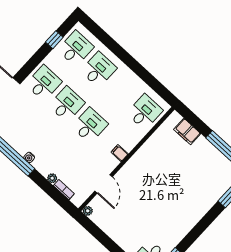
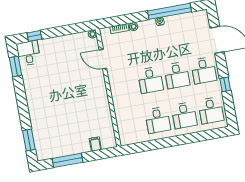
window: (54, 40) -> (225, 84), moved
desk: (145, 112) -> (158, 120), moved
filing cabinet: (187, 131) -> (95, 144), width x0.50
filing cabinet: (120, 153) -> (116, 86), removed

